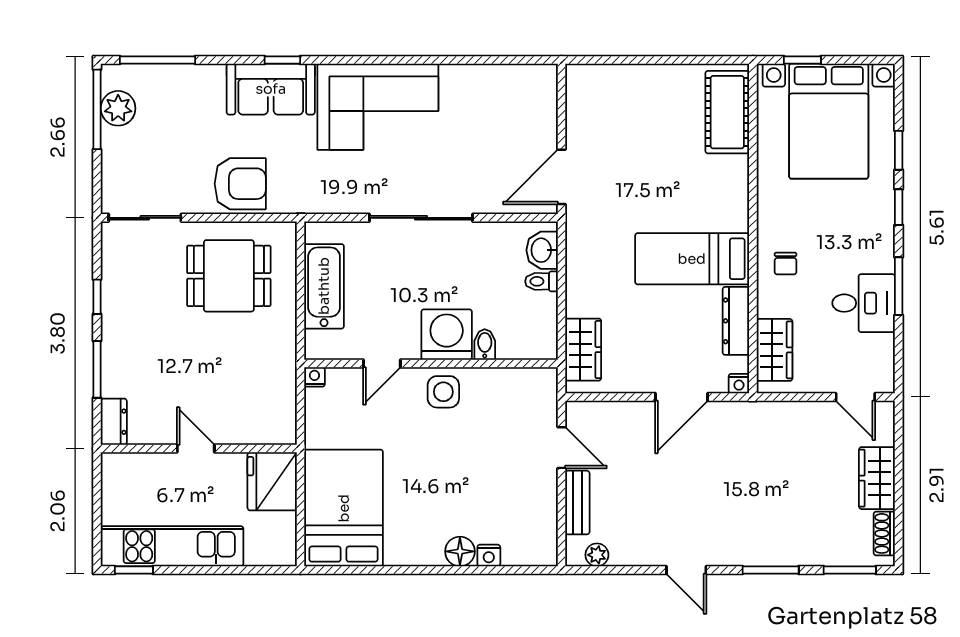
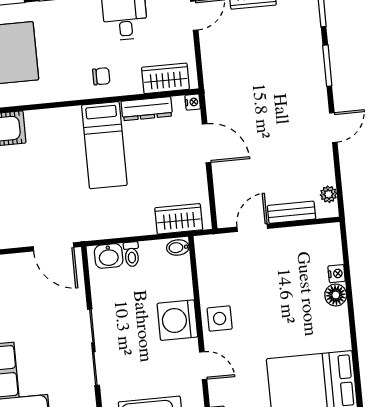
bidet: (485, 345) -> (178, 248), moved

